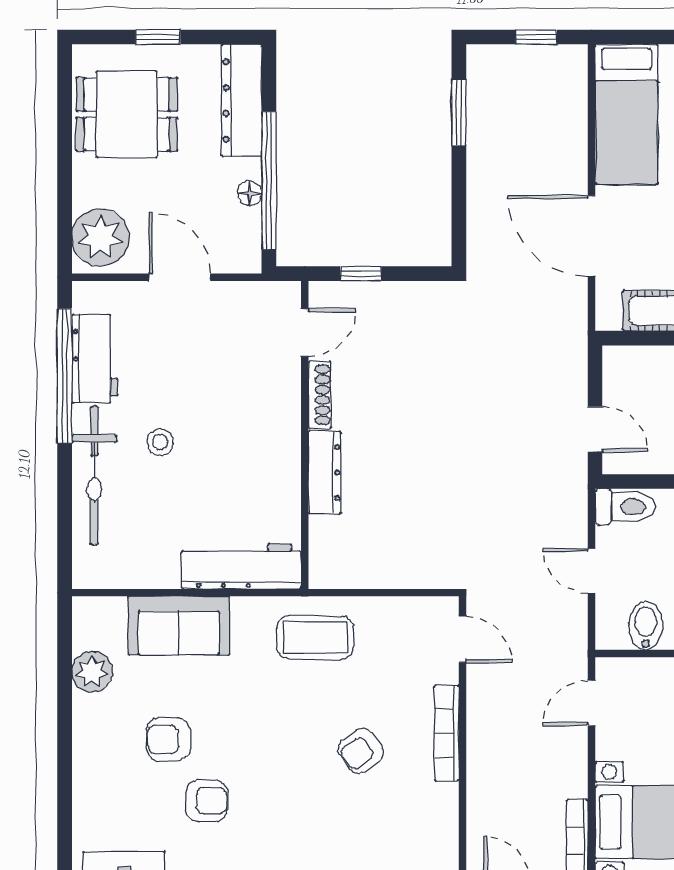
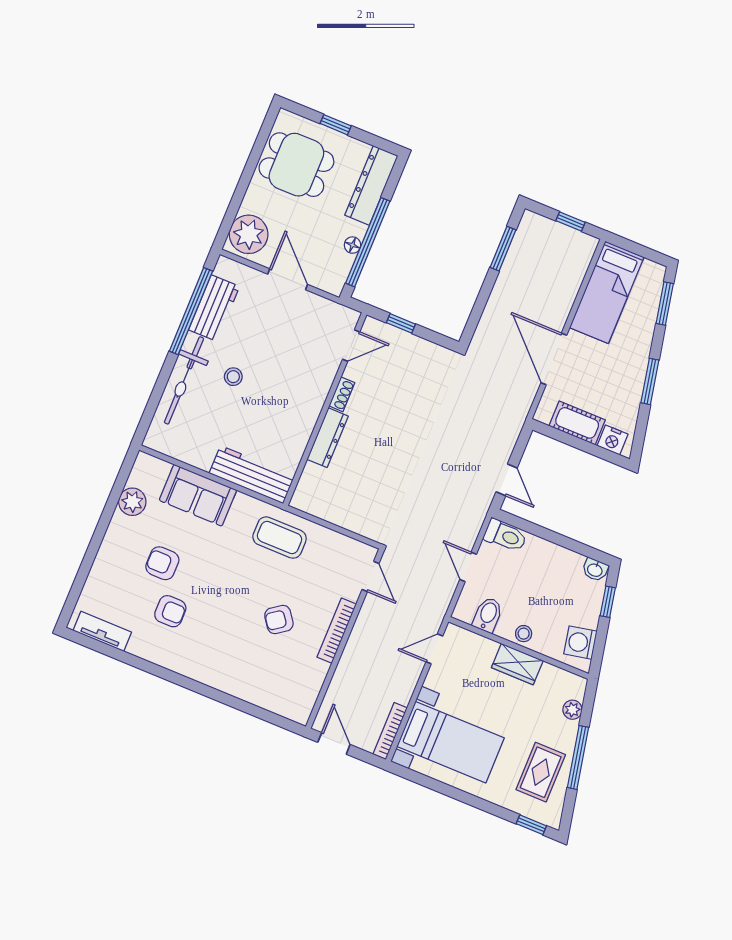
shoe rack: (320, 395) -> (342, 394), width x0.70

